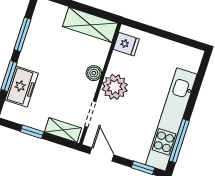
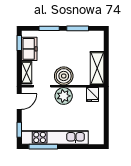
boiler: (94, 73) -> (64, 76), width x1.86, depth x1.86
freezer: (22, 87) -> (29, 49), moved, turned -90
window: (32, 132) -> (19, 43), moved

